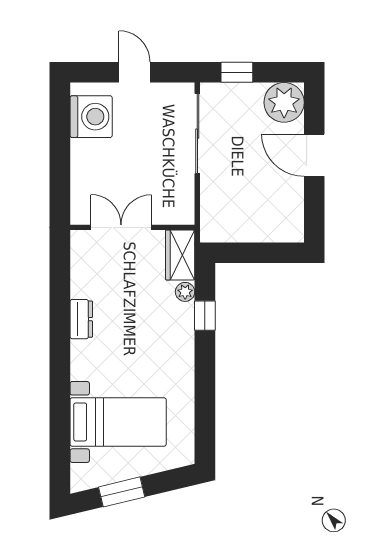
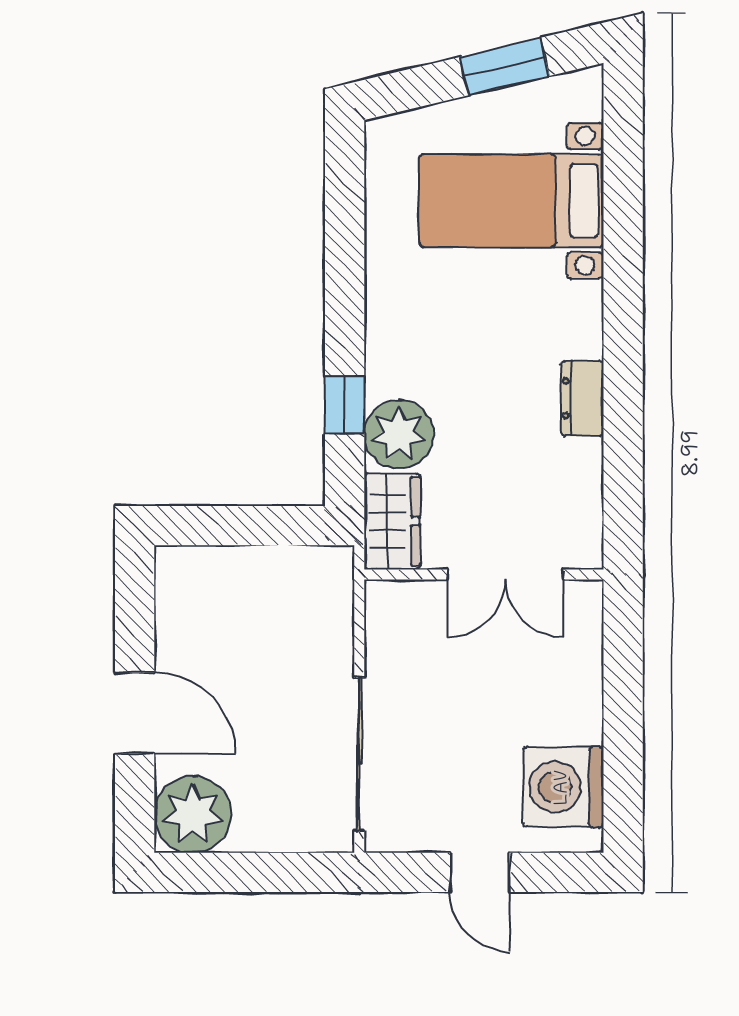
window: (237, 72) -> (283, 872), removed
plant: (185, 292) -> (399, 434), width x1.88, depth x1.88

